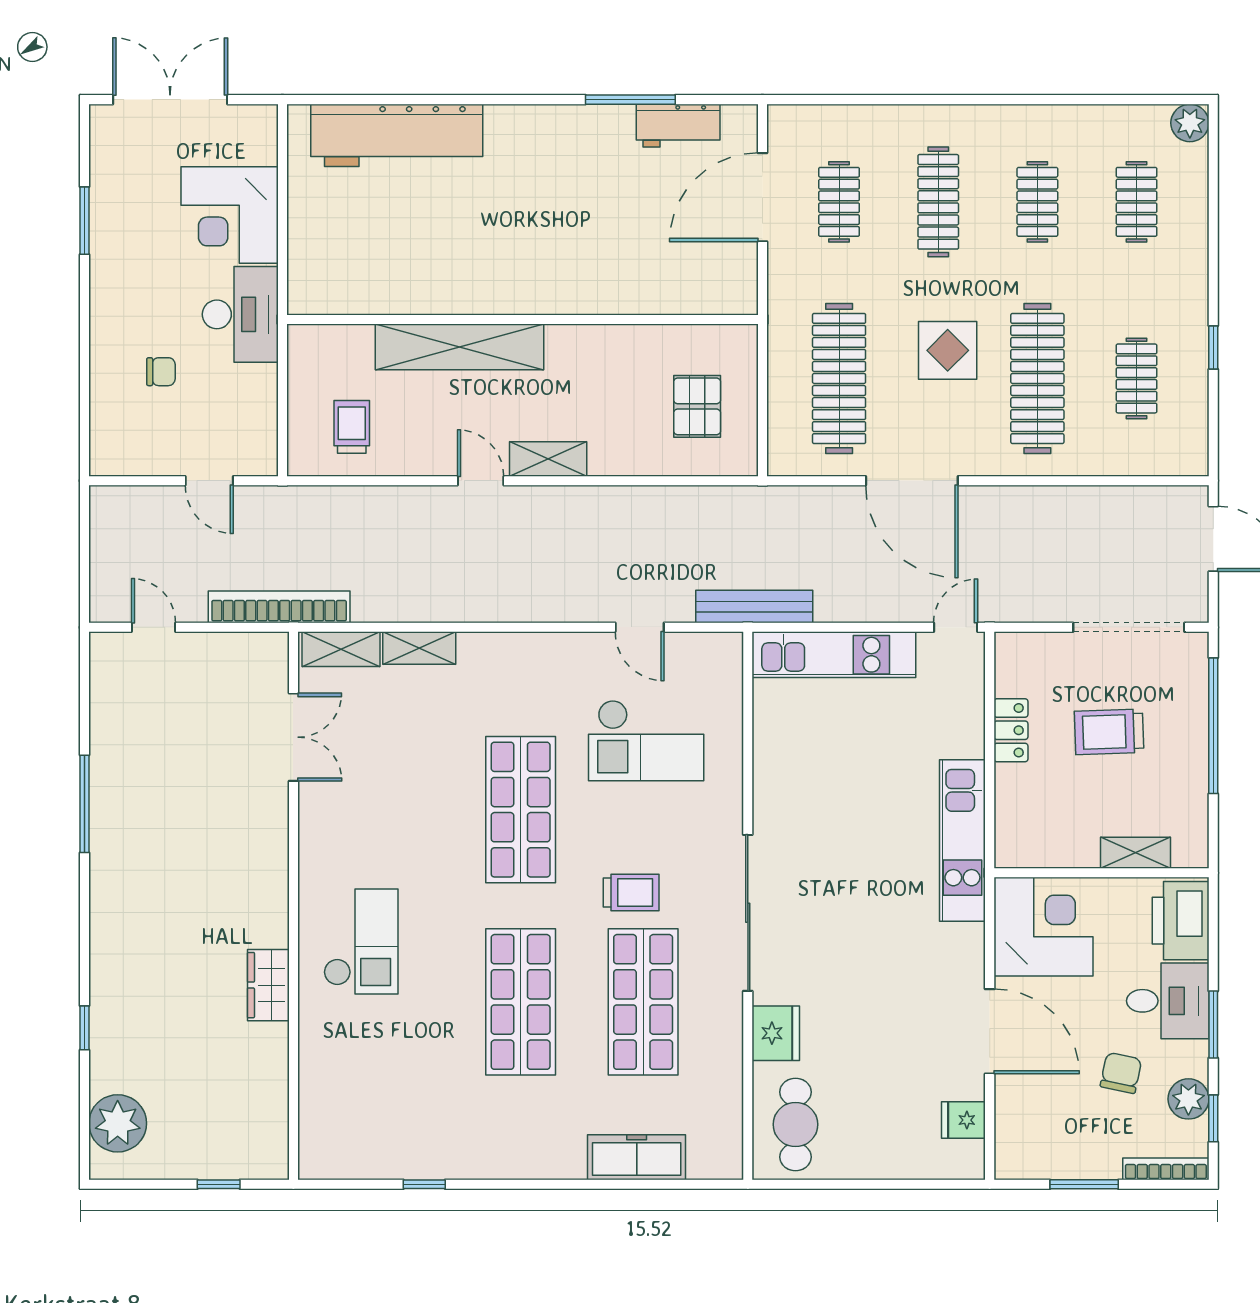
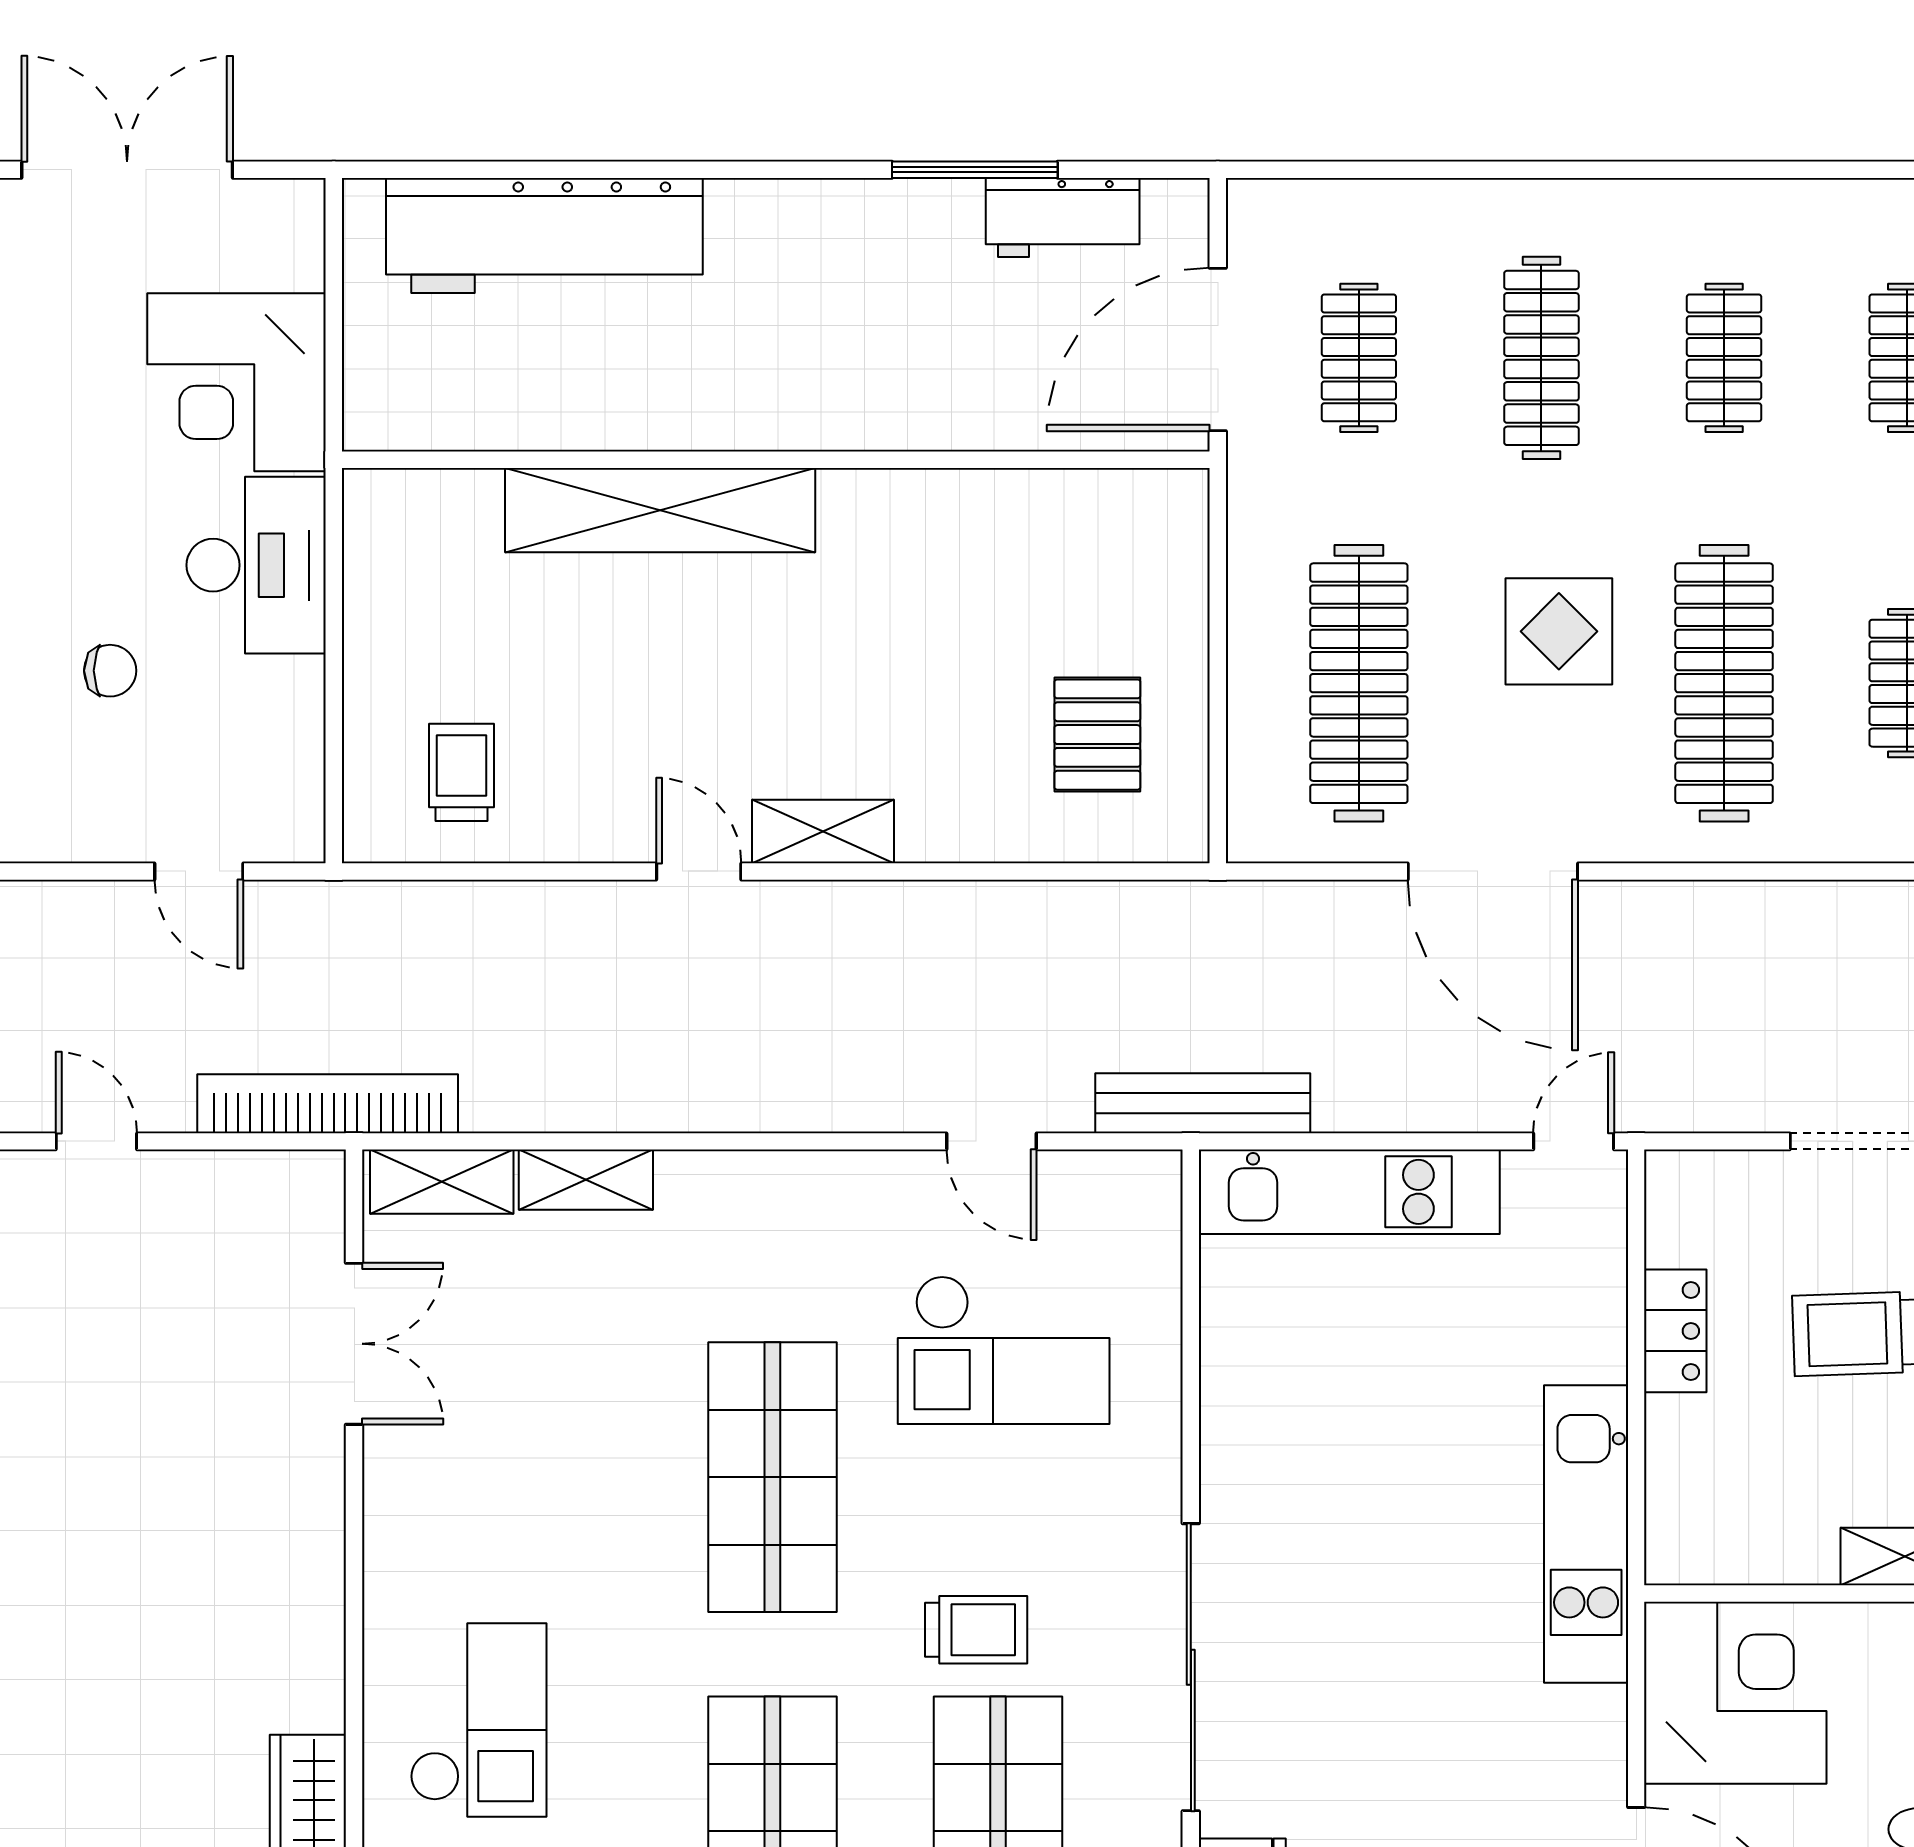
wall: (522, 319) -> (776, 460), moved
shelving: (460, 347) -> (660, 510), moved

